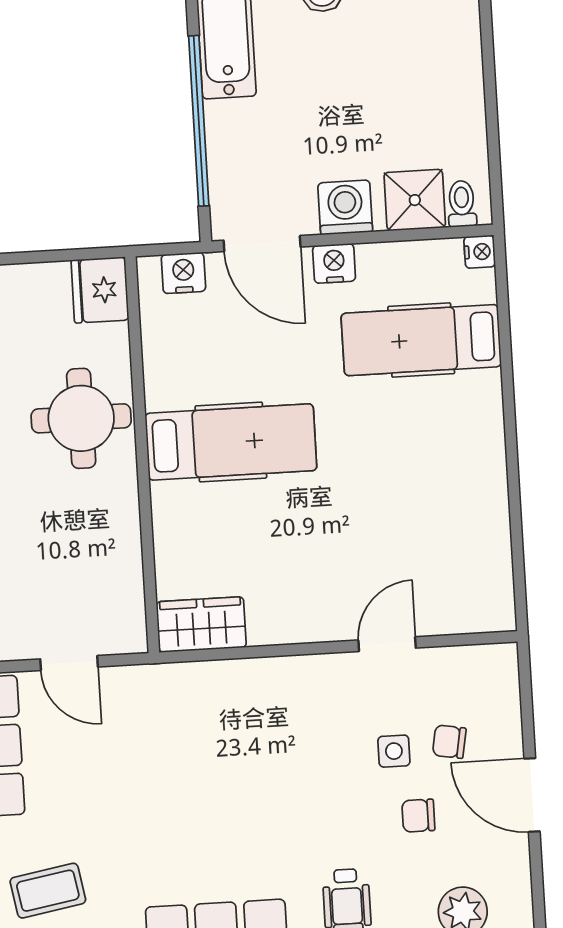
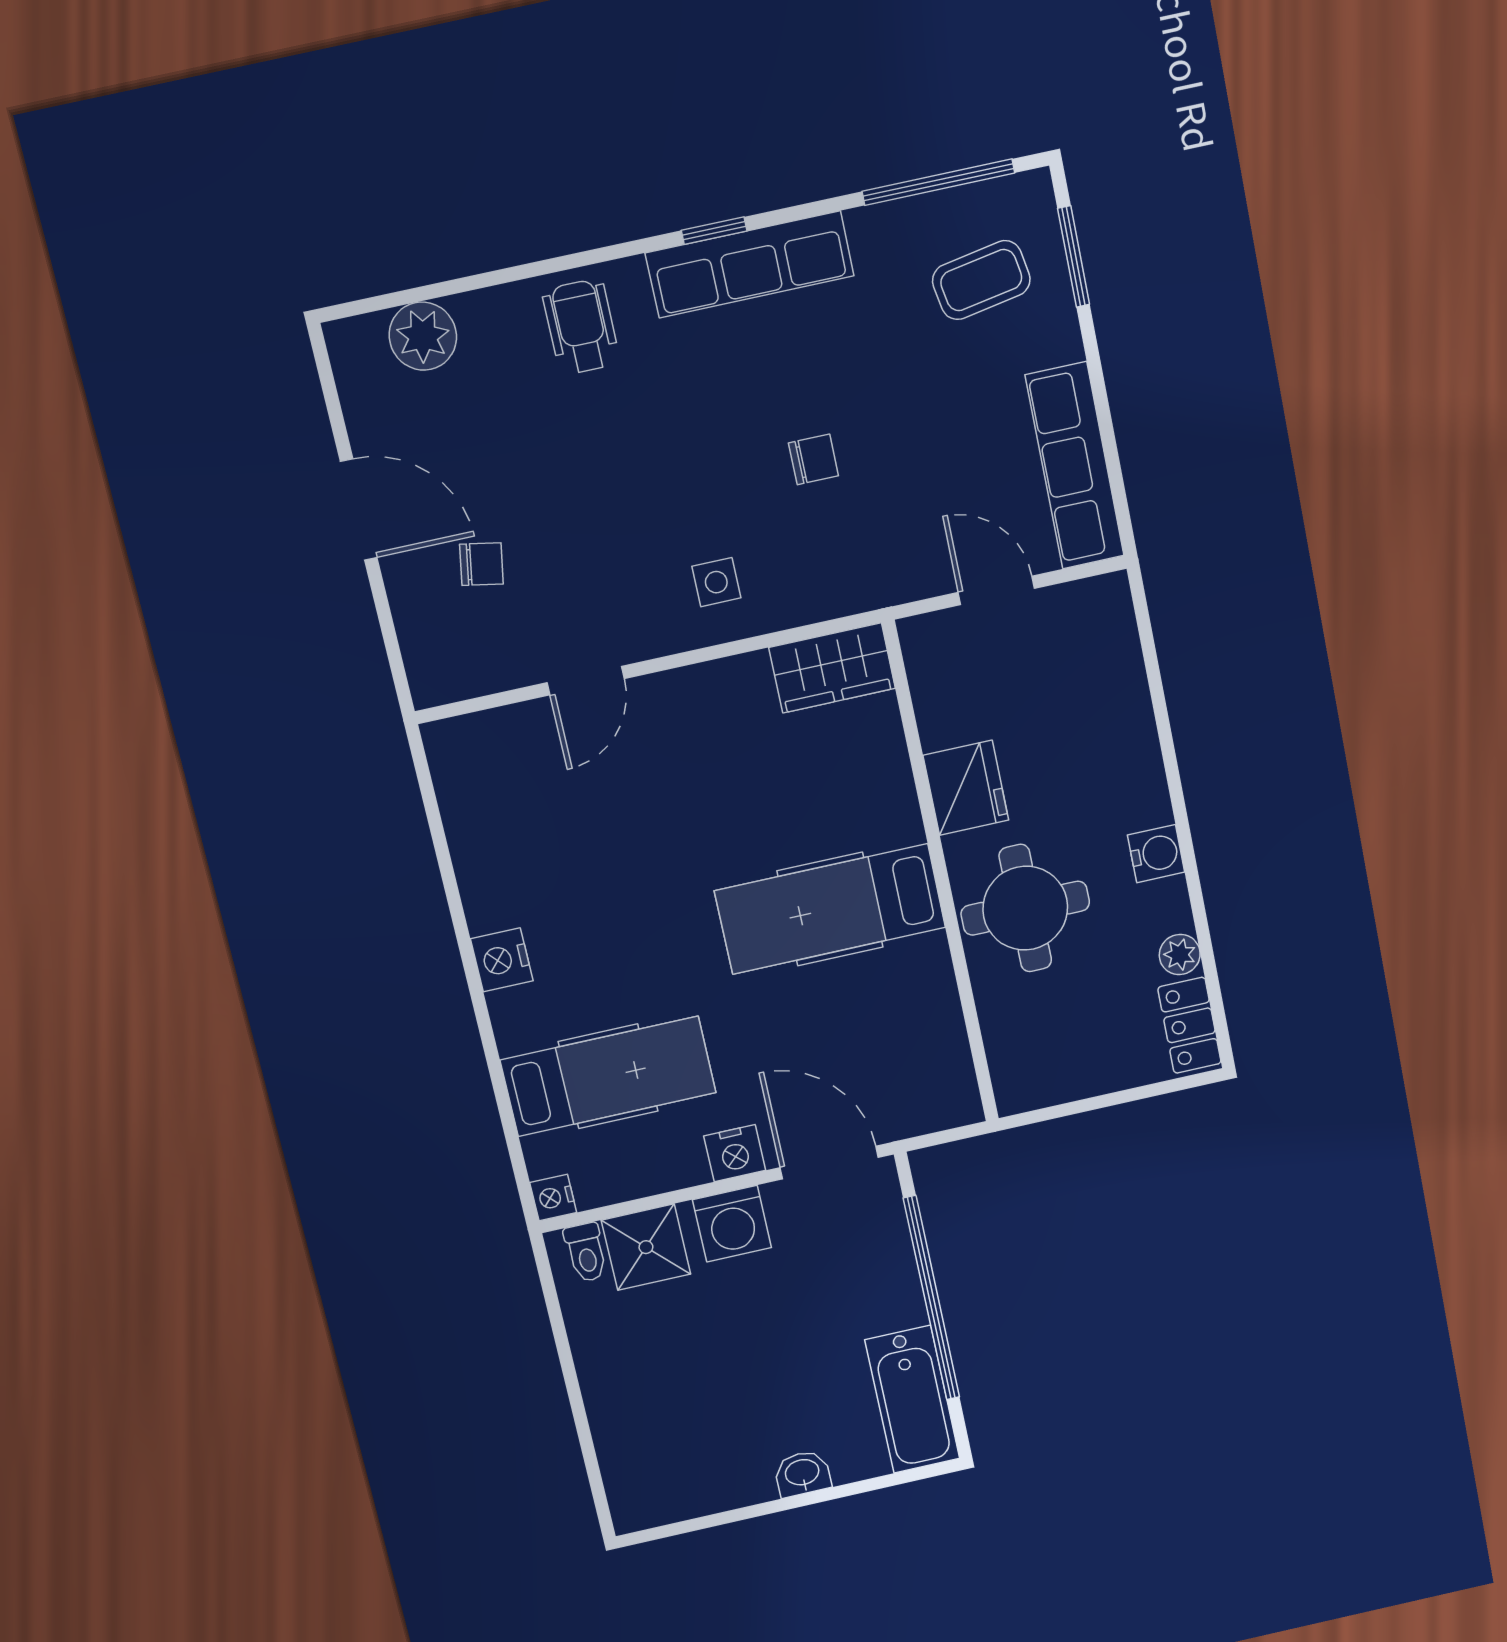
nightstand: (183, 273) -> (502, 960), moved, turned 90
fridge: (100, 290) -> (966, 788), moved
side table: (394, 751) -> (716, 582), moved
chair: (418, 816) -> (813, 459), moved

